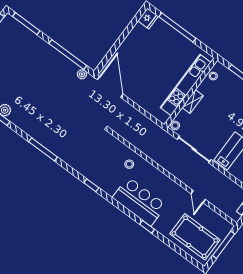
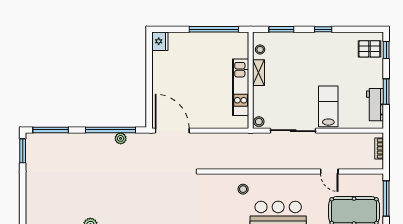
window: (177, 27) -> (214, 29), moved
plant: (82, 74) -> (121, 138), moved
kitchen unit: (186, 85) -> (241, 87), width x0.73
shelving: (193, 102) -> (259, 73), moved

